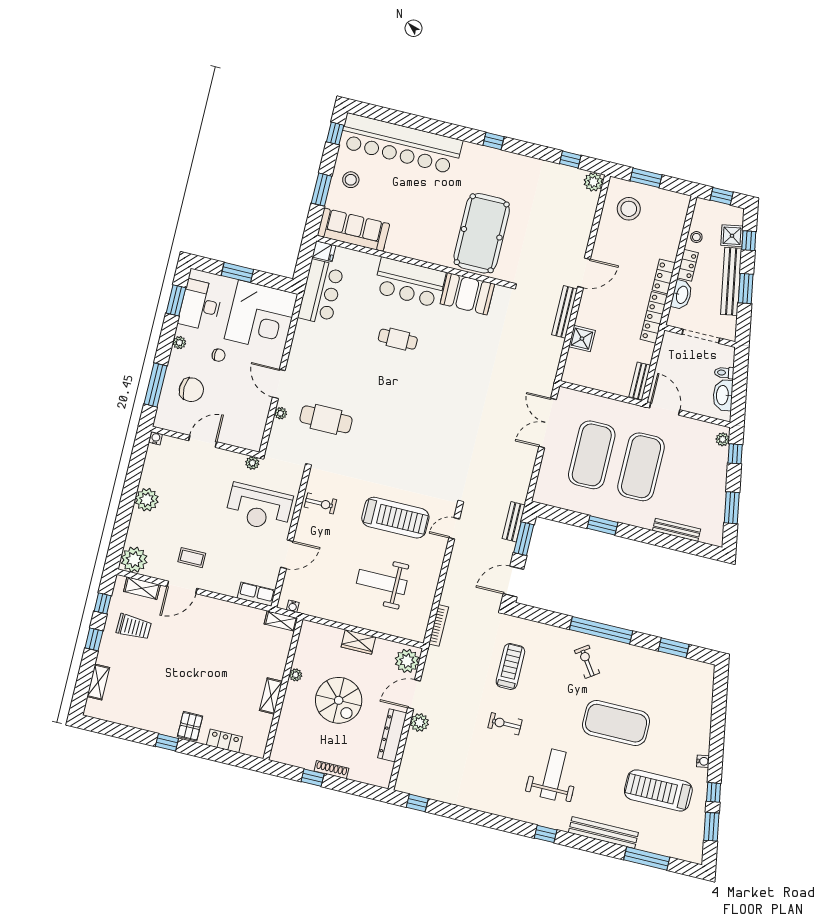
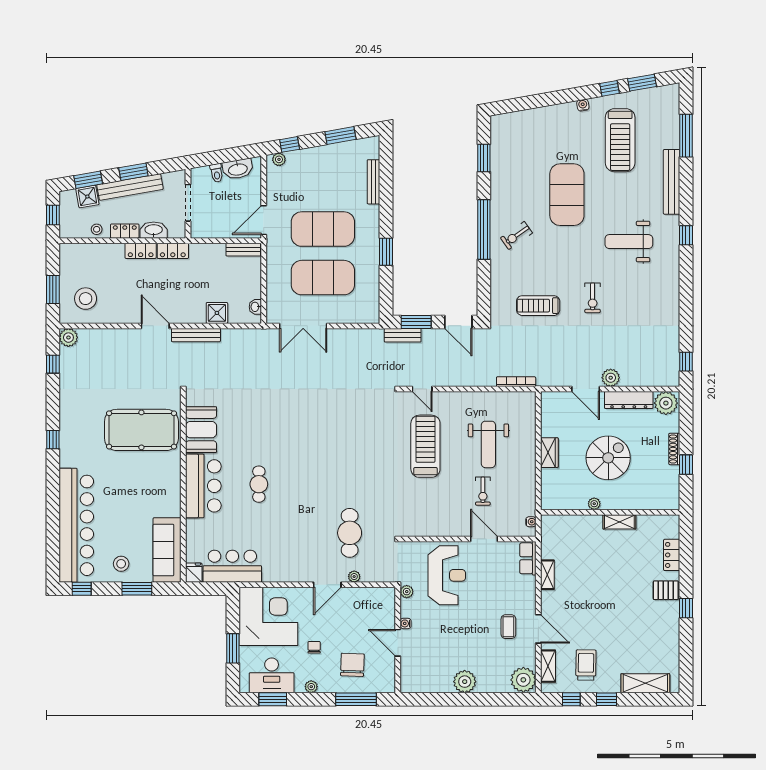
window: (749, 241) -> (88, 180), width x1.50
locker: (654, 317) -> (173, 251), width x0.66
washbasin: (579, 379) -> (255, 307), added
water cooler: (156, 438) -> (406, 623), moved
exercise bike: (320, 503) -> (483, 491), moved, turned 180
shelving: (281, 621) -> (547, 575), moved
plant: (407, 661) -> (666, 403), moved
shelving: (98, 682) -> (645, 683), width x1.50, depth x1.33

